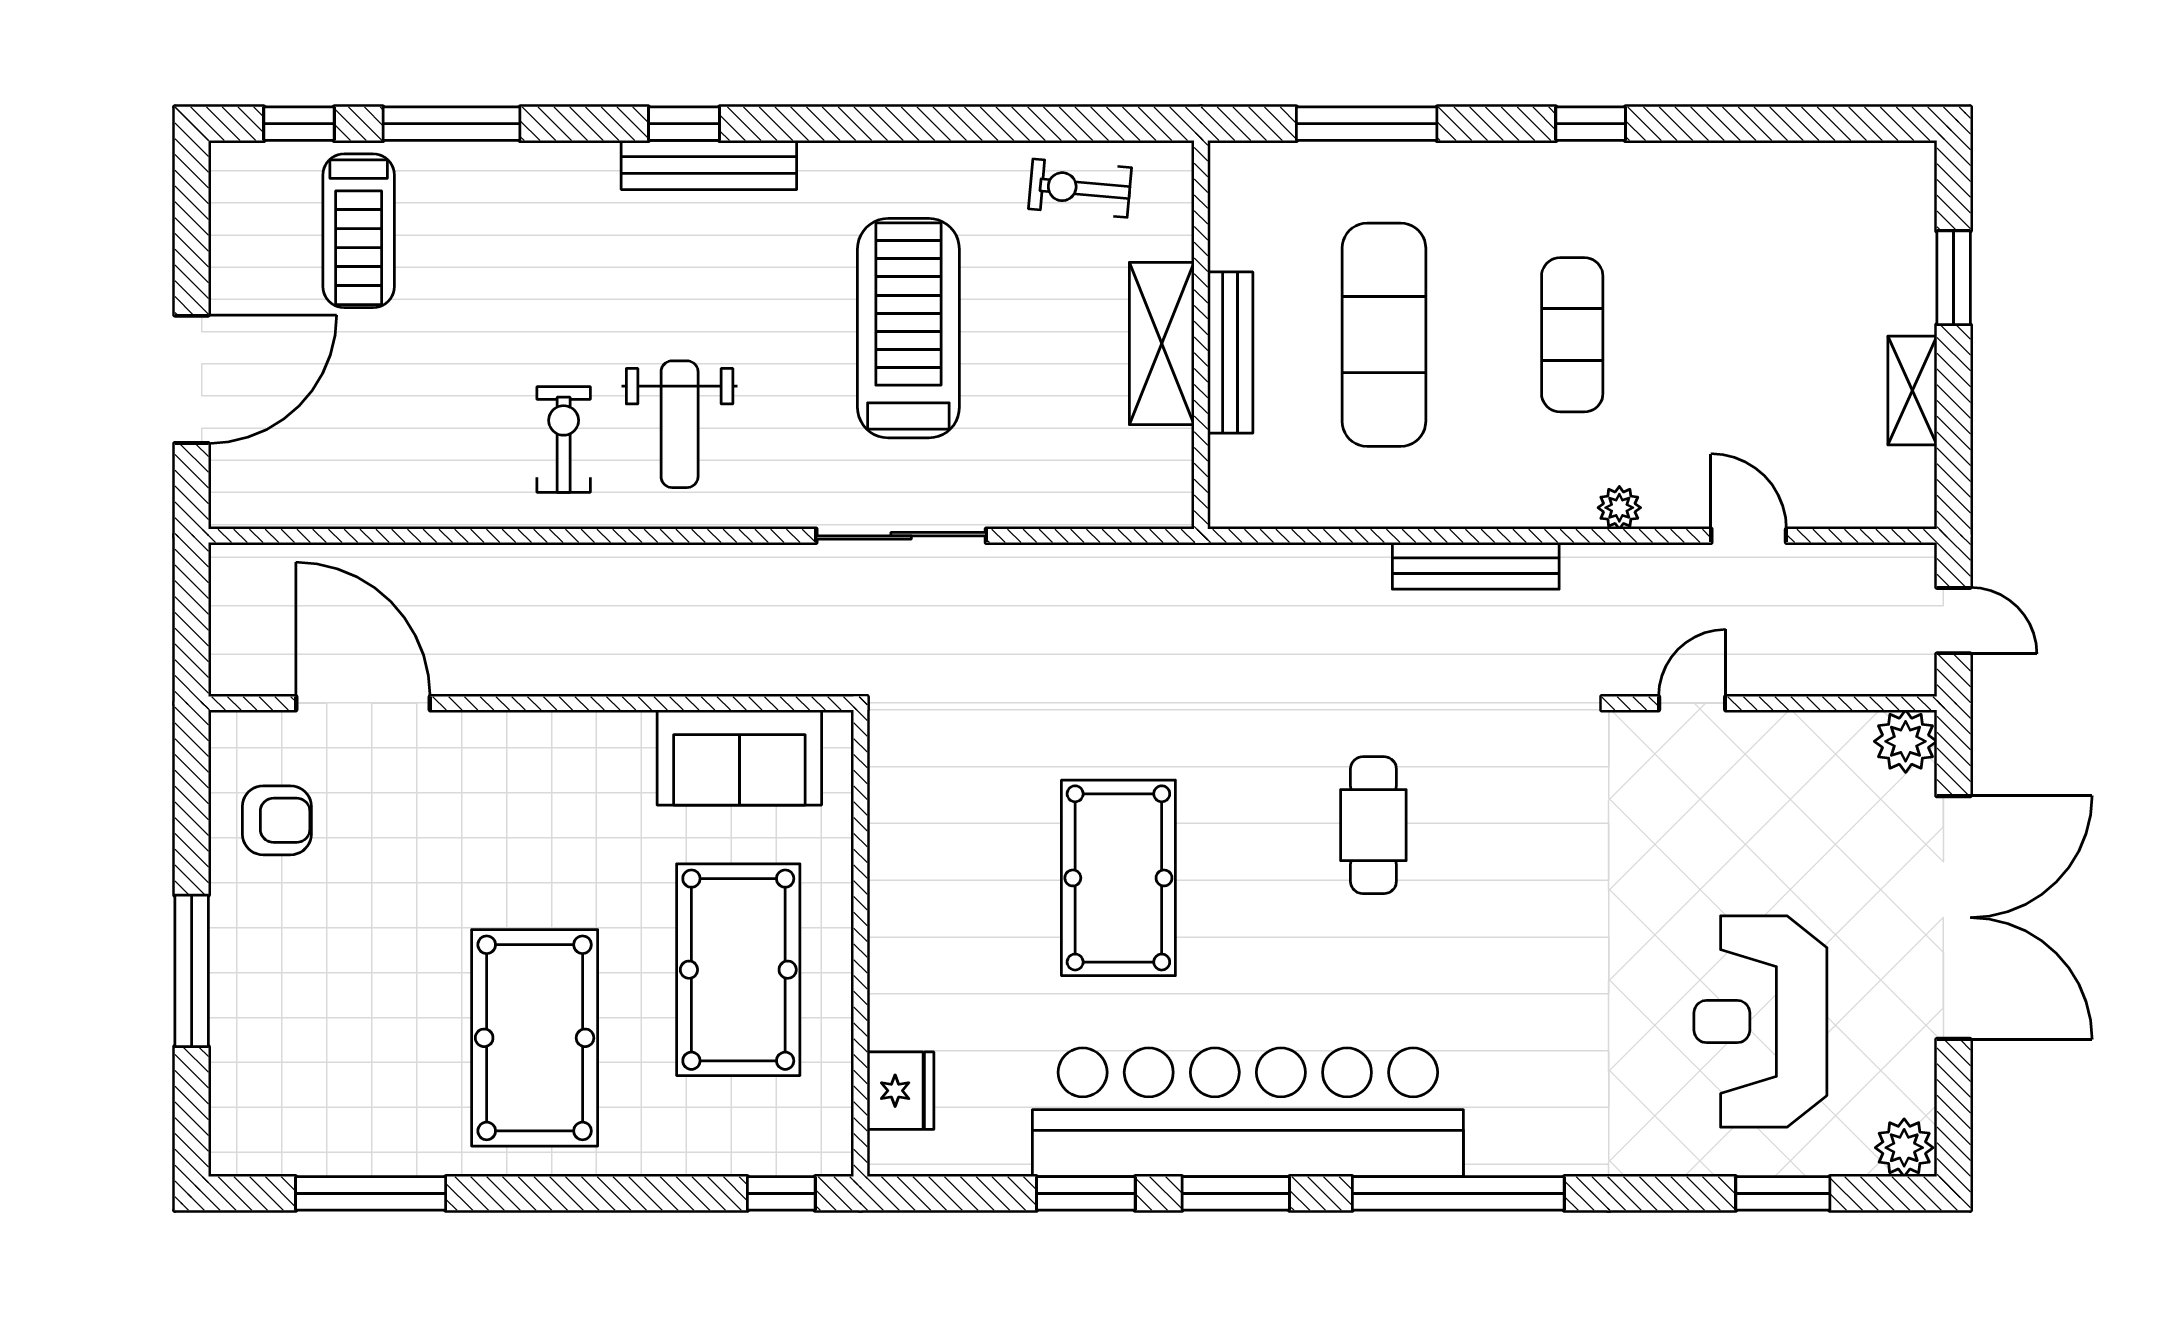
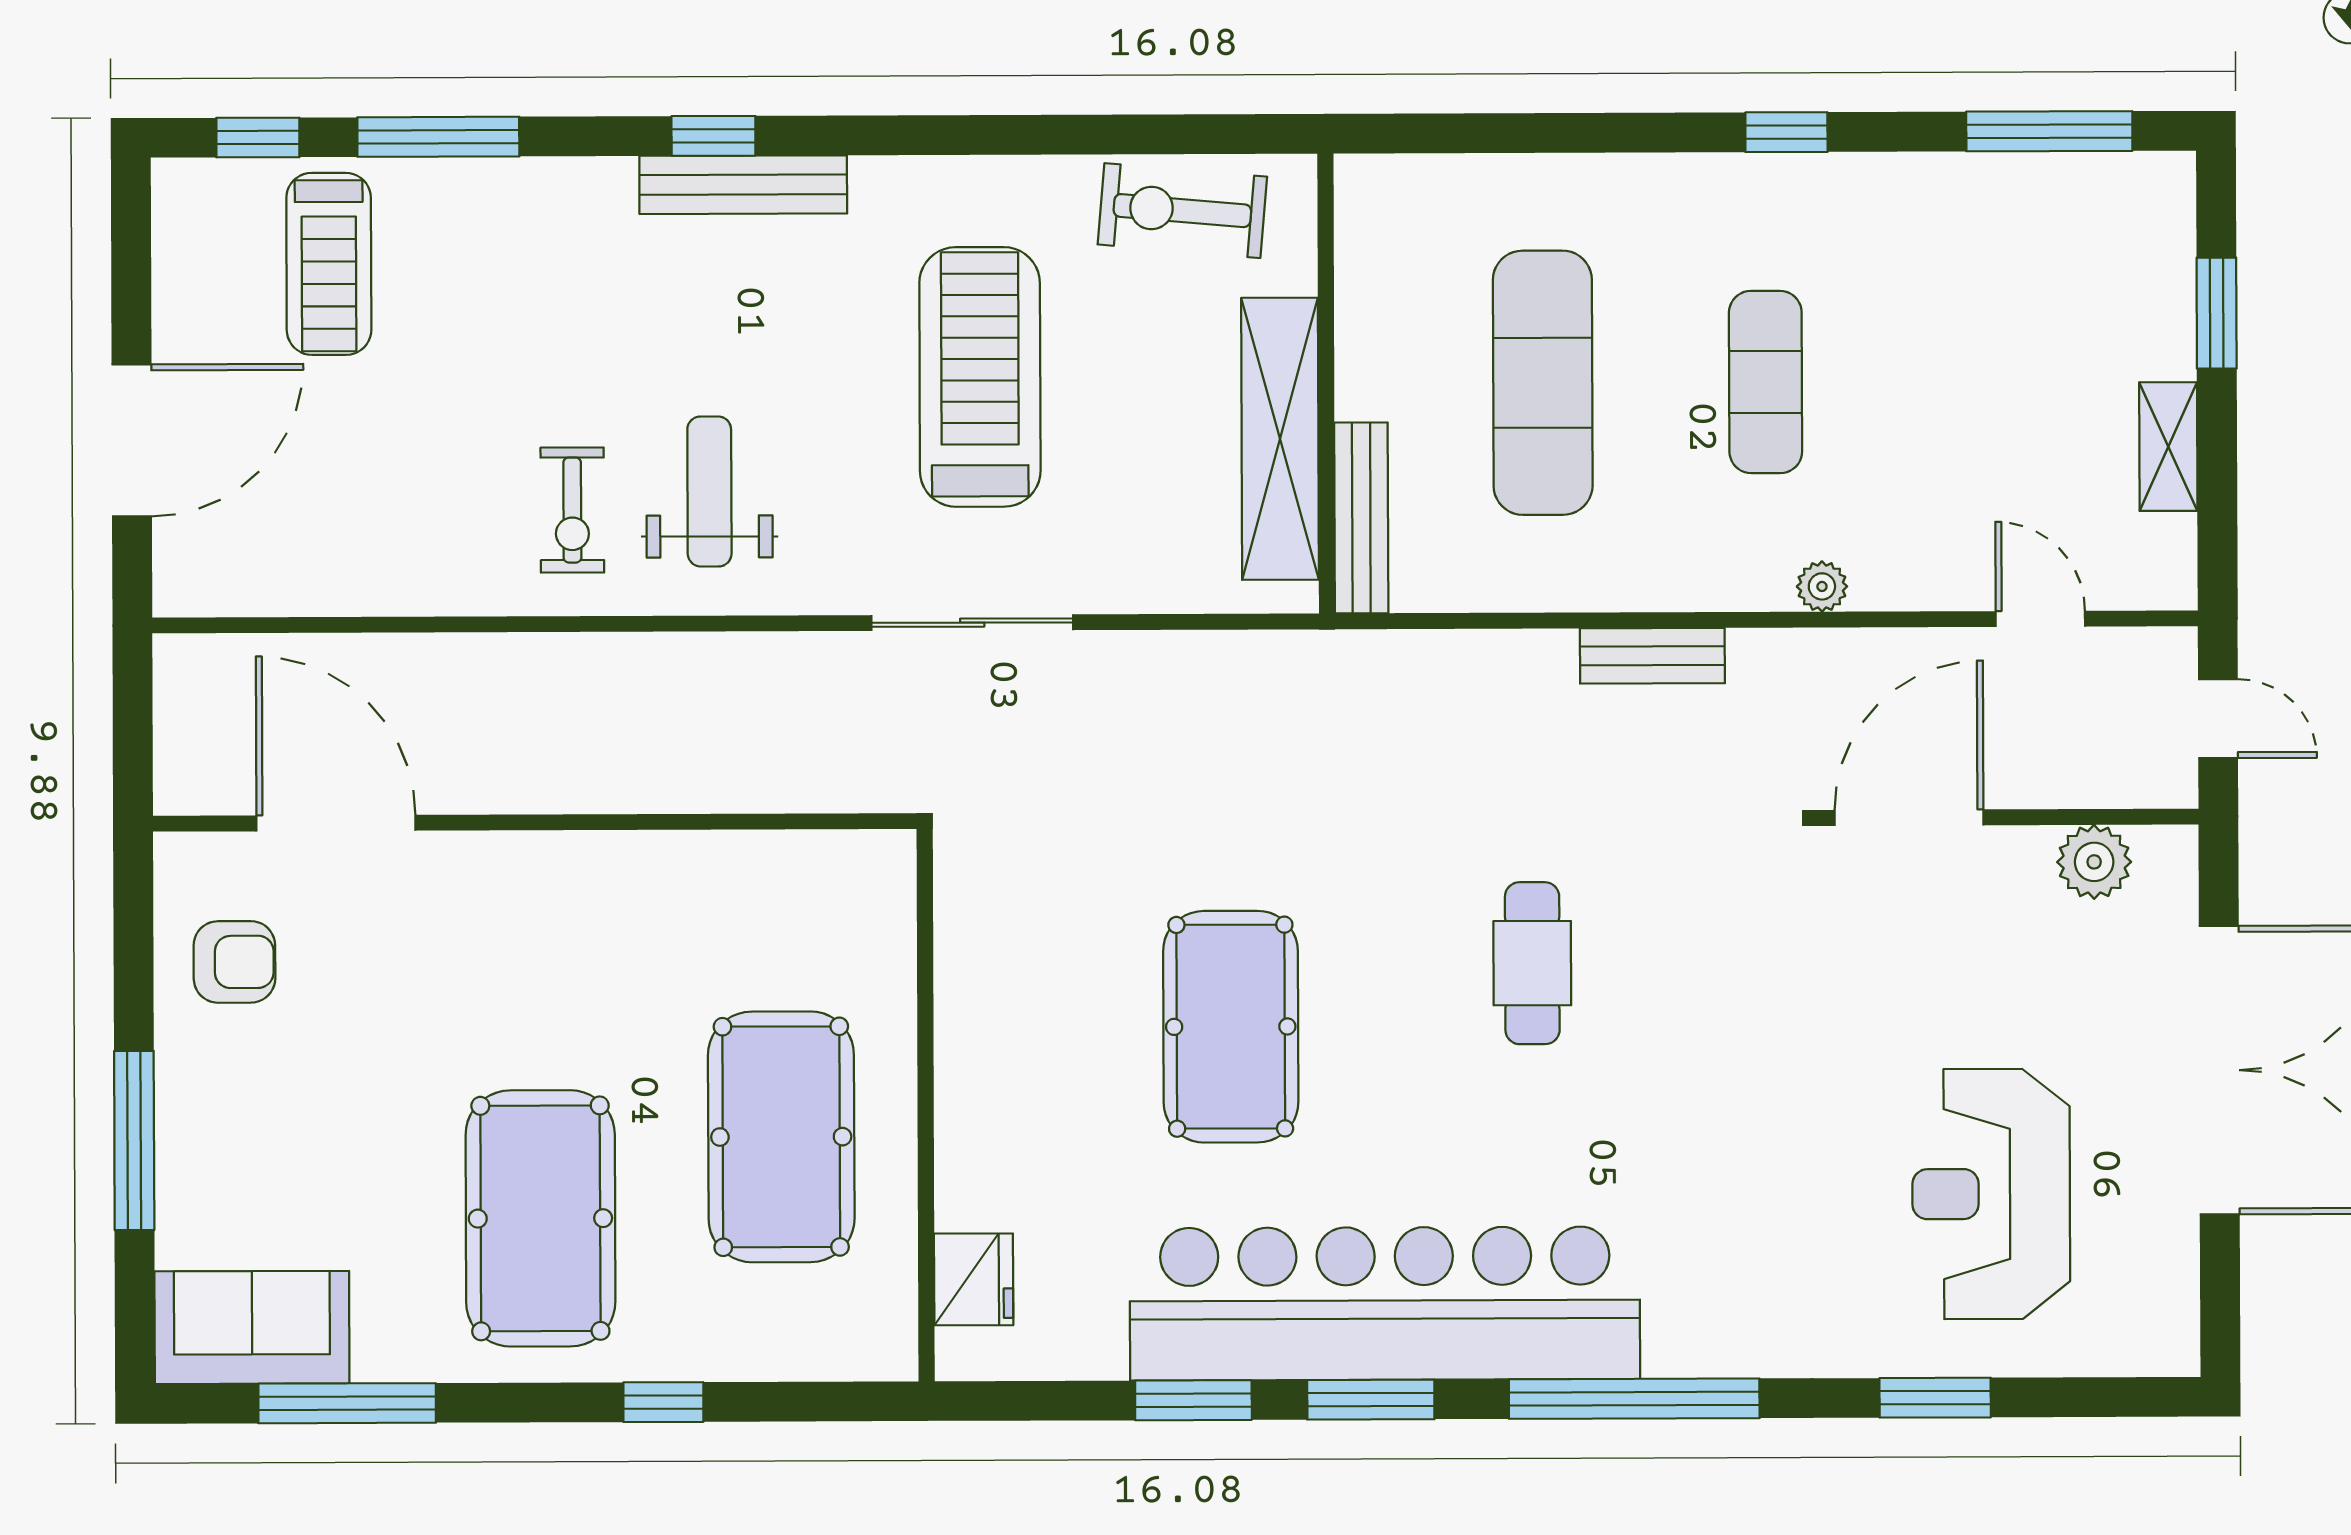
window: (1367, 124) -> (2049, 131), moved
exercise bike: (1080, 188) -> (1182, 211), width x1.38, depth x1.39
shelving: (1162, 343) -> (1280, 439), width x1.47
bench: (1230, 353) -> (1361, 518), moved
weight bench: (680, 424) -> (709, 491), turned 180
exercise bike: (564, 439) -> (572, 510), turned 180
door: (1749, 536) -> (2040, 619), moved
bench: (1476, 566) -> (1652, 656), width x0.73
door: (1692, 703) -> (1909, 818), width x1.87
plant: (1906, 741) -> (2094, 862), moved
sofa: (739, 758) -> (252, 1327), moved, turned 180
plant: (1904, 1148) -> (2162, 1343), removed
window: (781, 1193) -> (663, 1402), moved
window: (1783, 1193) -> (1935, 1398), moved

